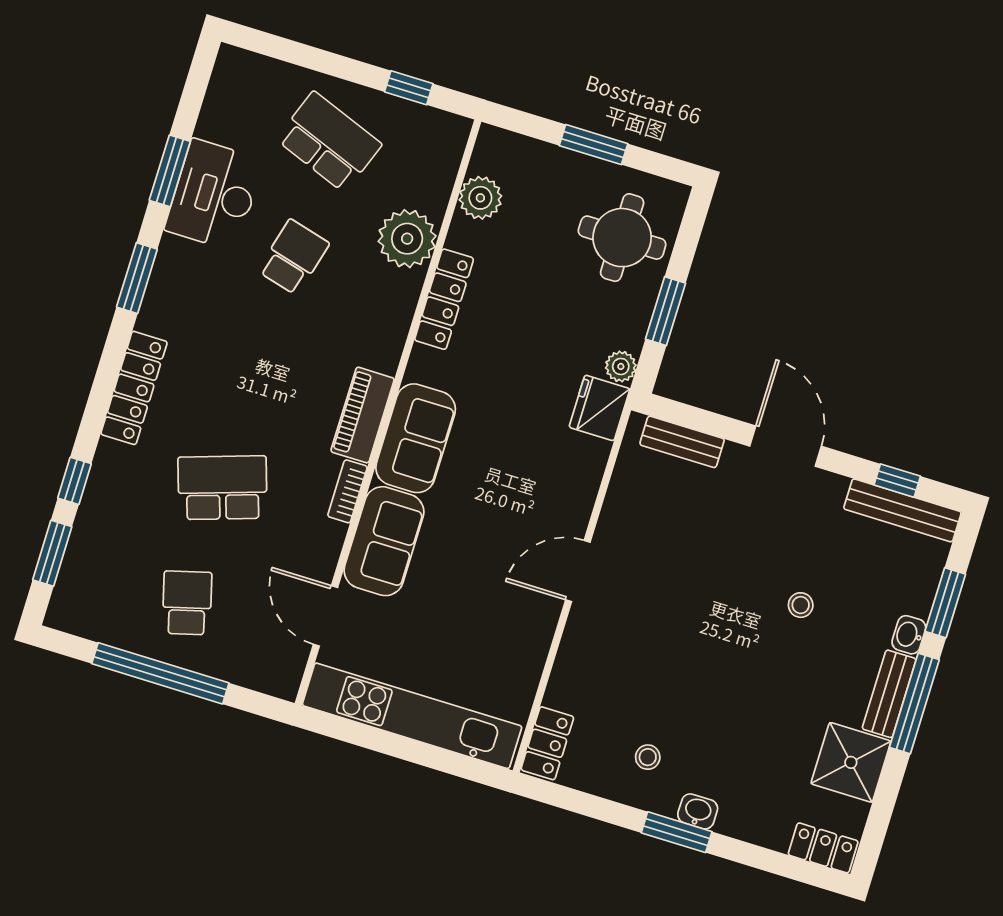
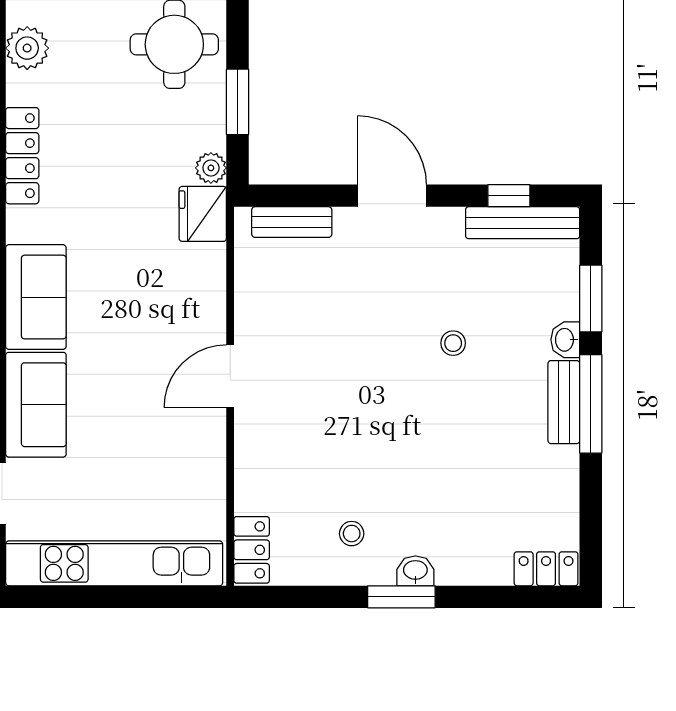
shower: (851, 762) -> (547, 479), removed

